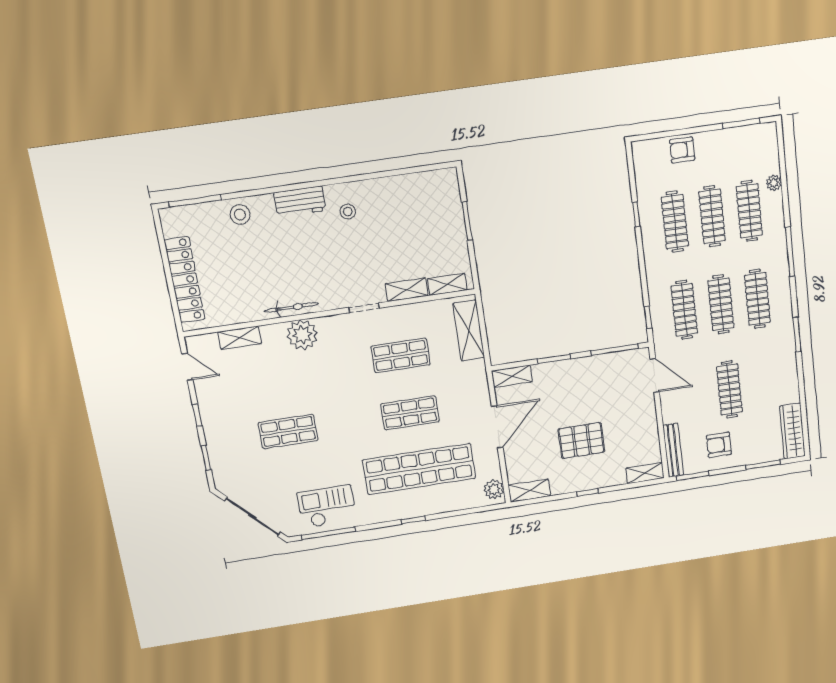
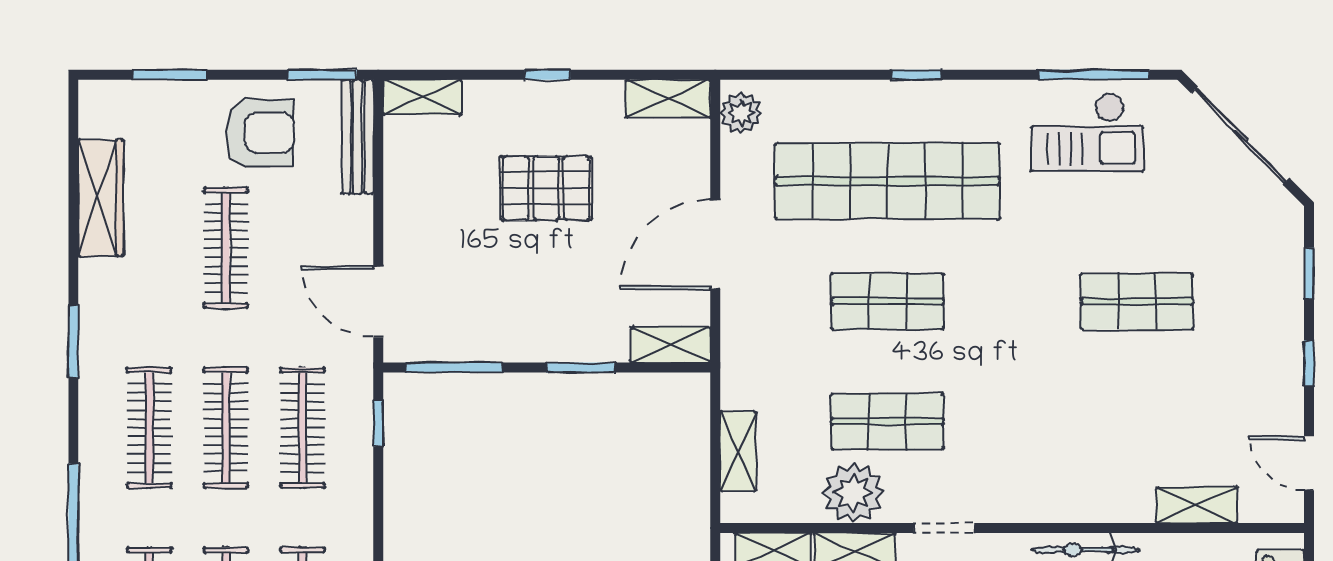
shelving: (469, 331) -> (738, 451), width x0.67, depth x0.75
plant: (302, 335) -> (853, 493), moved
wardrobe: (792, 431) -> (101, 198), moved
armchair: (719, 445) -> (260, 133), width x1.38, depth x1.38

